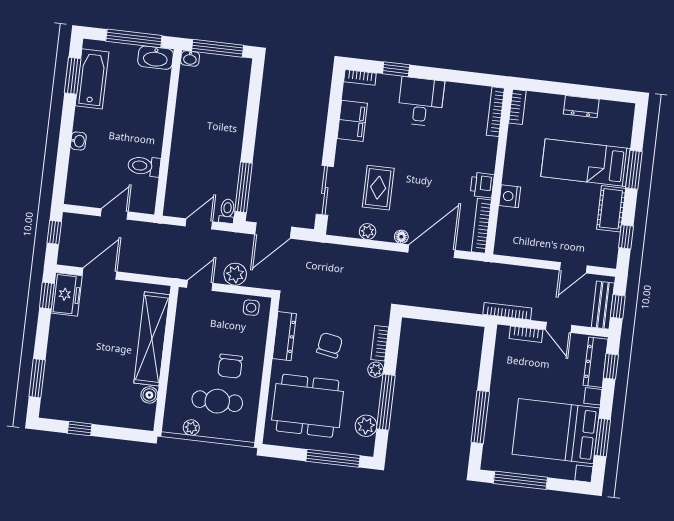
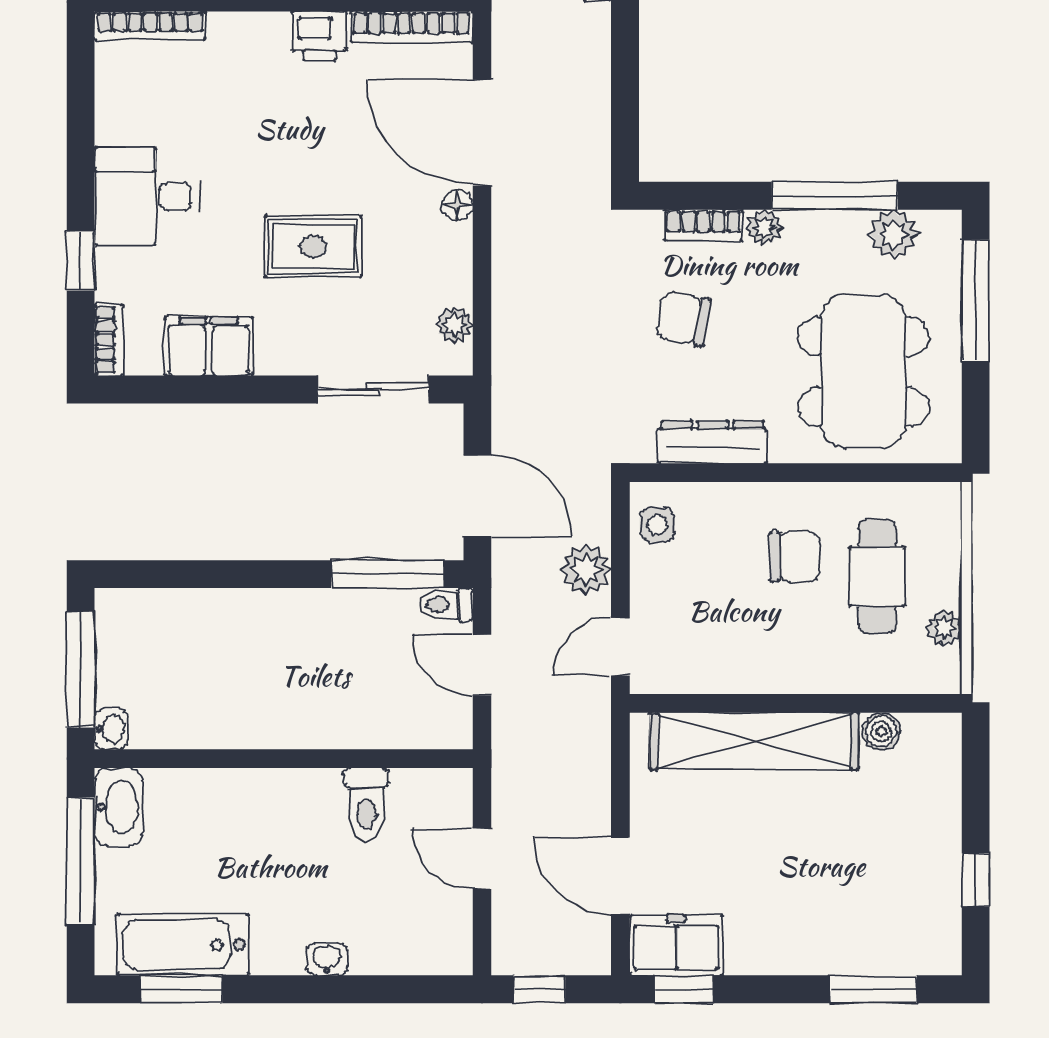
rug: (378, 188) -> (313, 246), moved
plant: (368, 231) -> (455, 325), moved
door: (200, 285) -> (620, 647), hinge flipped
chair: (330, 345) -> (683, 319), moved

